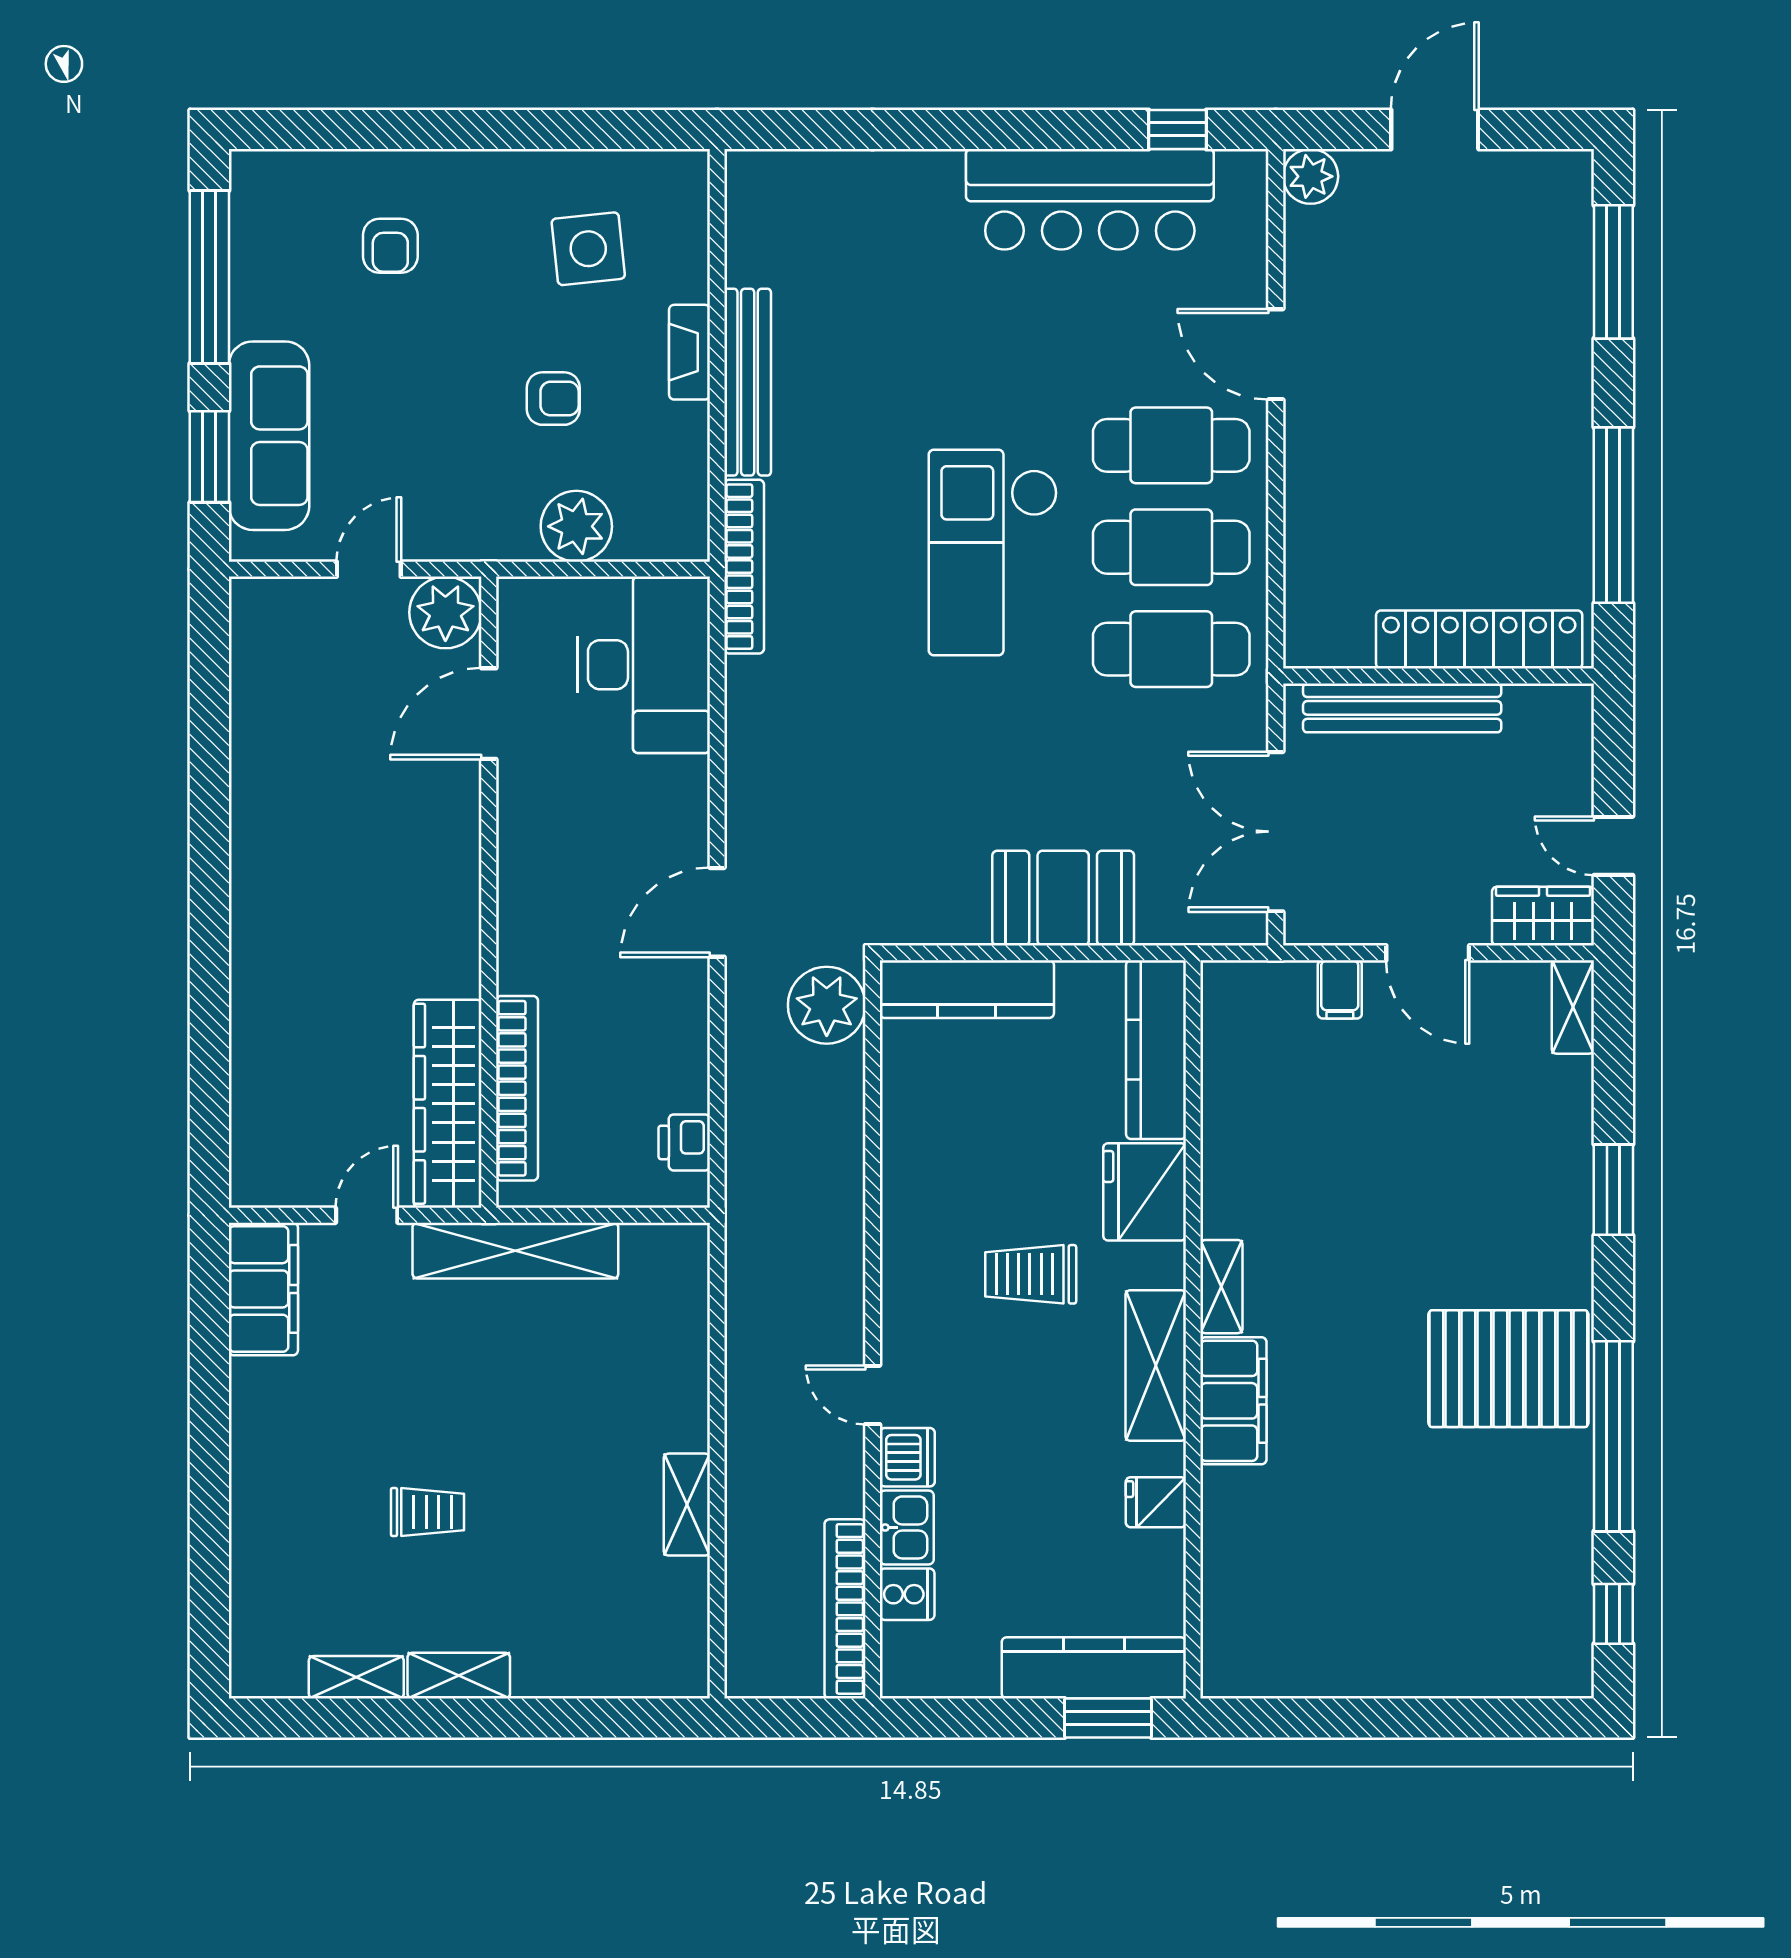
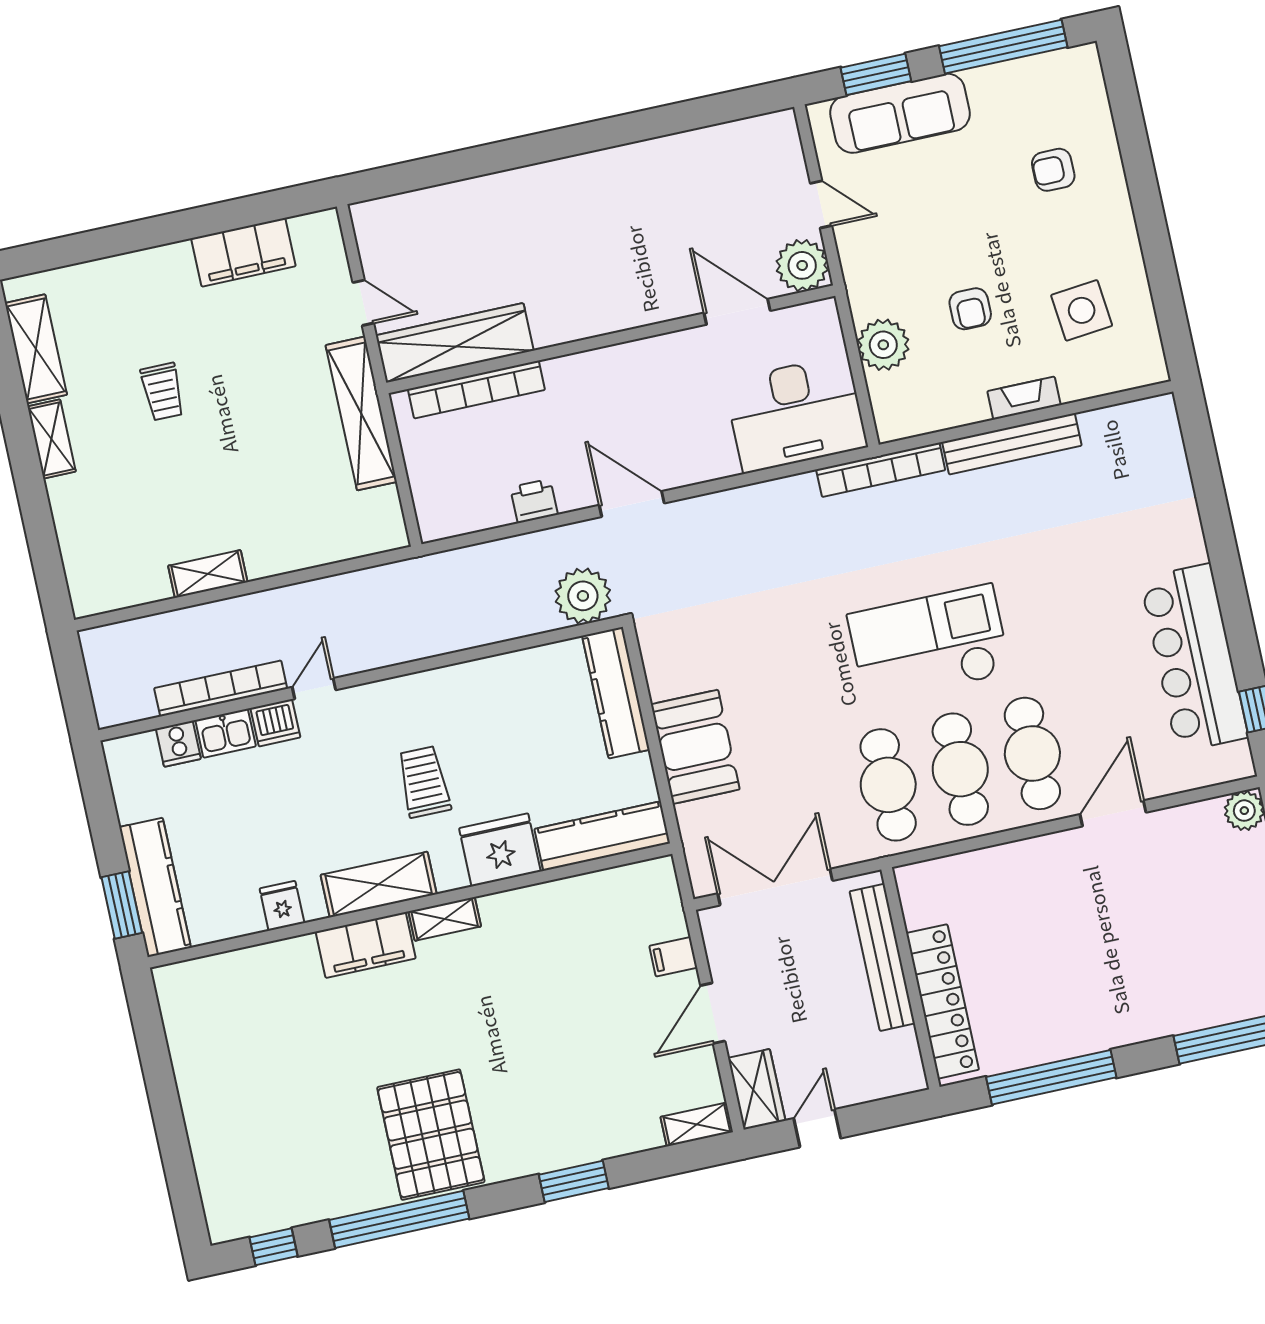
printer: (684, 1142) -> (534, 501), moved
filing cabinet: (263, 1289) -> (243, 252), moved
bookcase: (845, 1609) -> (221, 688), moved
shelving: (356, 1677) -> (36, 349), width x1.50, depth x1.33

